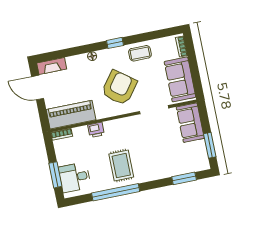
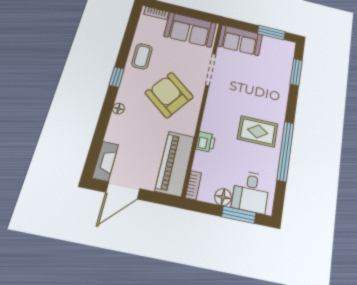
floor lamp: (63, 159) -> (223, 197), added

